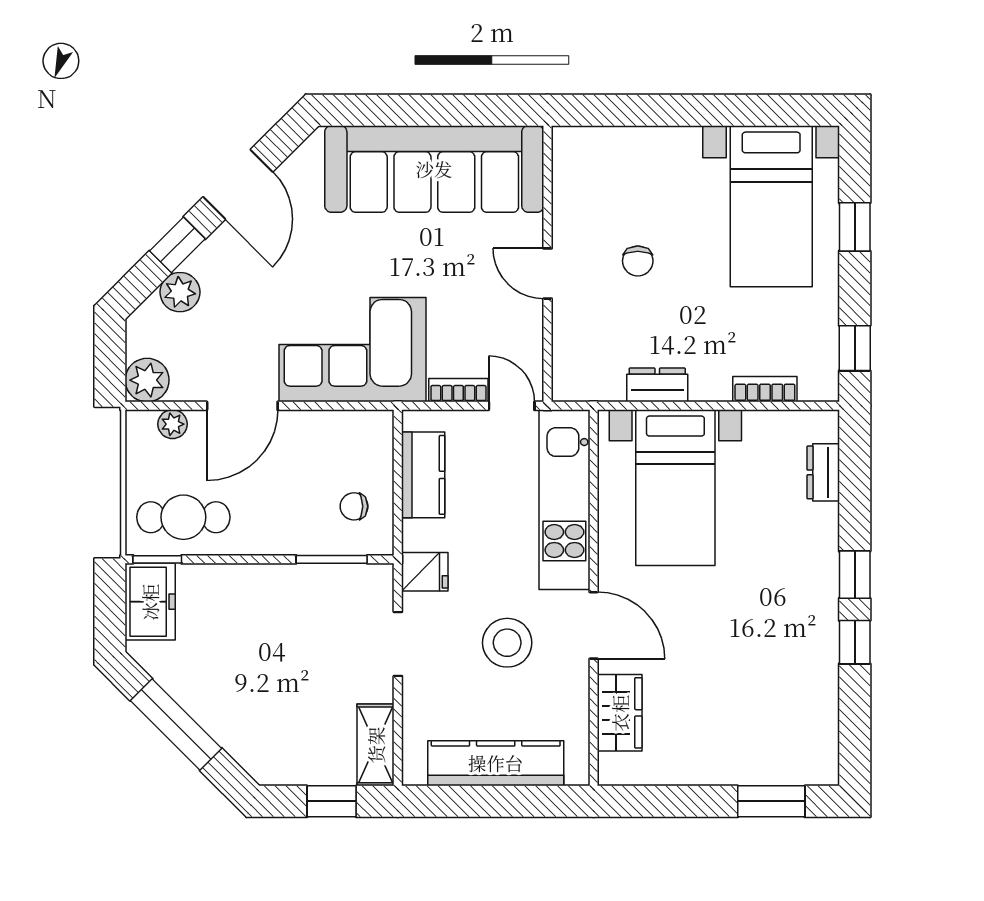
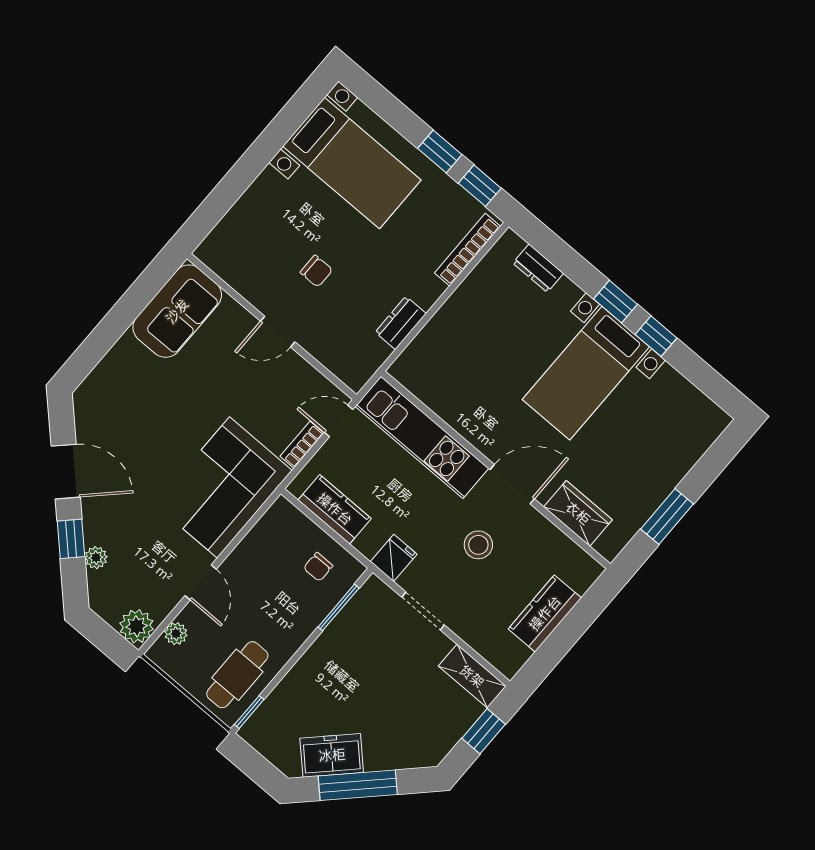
sofa: (434, 169) -> (177, 311), width x0.54, depth x0.79
window: (855, 227) -> (440, 152), moved
plant: (180, 292) -> (96, 558), width x0.73, depth x0.73
bookcase: (765, 389) -> (468, 250), width x1.56
door: (242, 406) -> (201, 582), width x0.73
bed with nightstands: (675, 488) -> (586, 373), moved, turned 90
freezer: (150, 602) -> (332, 755), moved, turned -45
stool: (507, 643) -> (478, 545), width x0.73, depth x0.73
kitchen counter: (496, 763) -> (545, 613), width x0.67
window: (771, 801) -> (667, 516), moved

